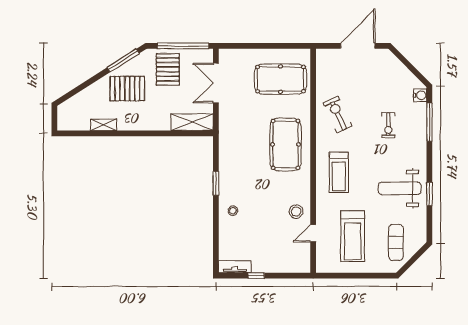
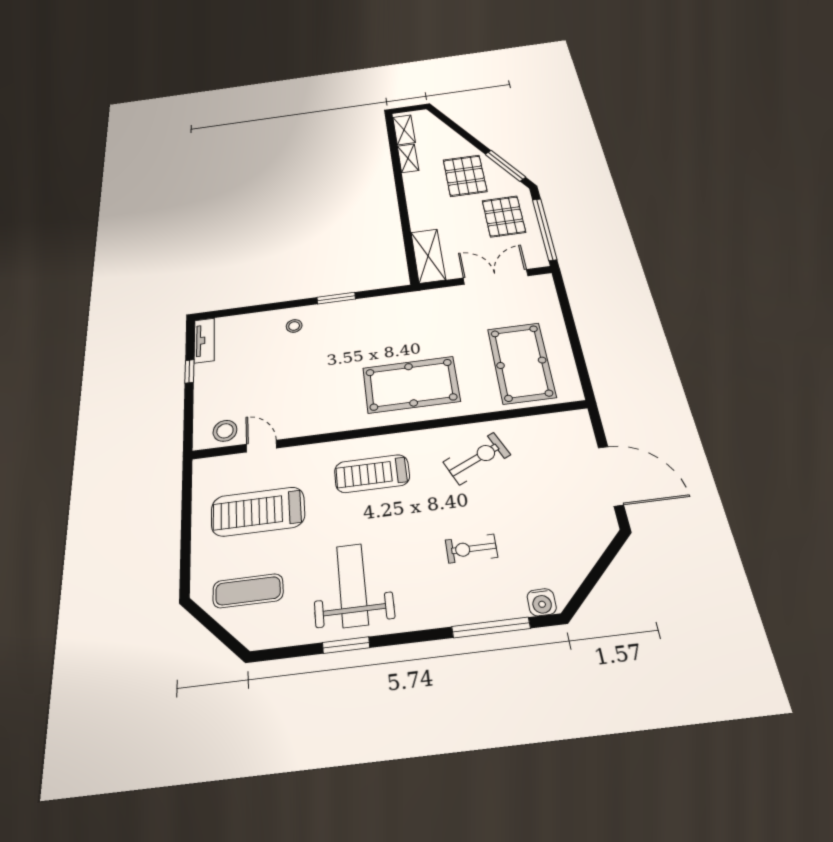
pallet: (168, 69) -> (504, 216), turned 90
shelving: (75, 124) -> (404, 130), added
stool: (296, 212) -> (225, 431), moved

